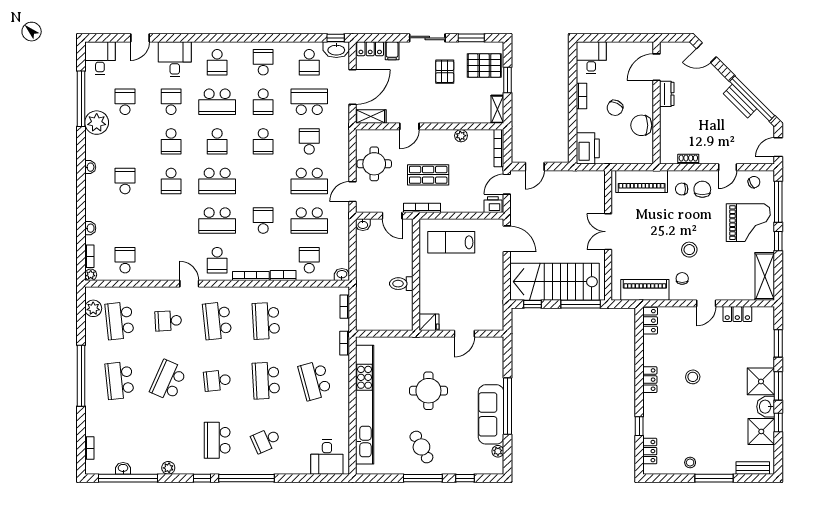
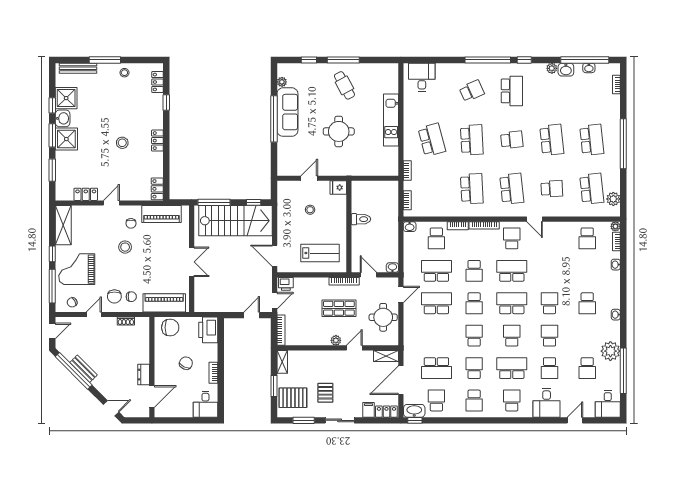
chair: (641, 125) -> (170, 327), moved
plant: (461, 136) -> (336, 340), moved
school desk: (309, 141) -> (474, 303), moved
stool: (463, 295) -> (310, 210), added
school desk: (168, 380) -> (552, 140), turned -30
kitchen unit: (365, 405) -> (391, 120), width x0.54
washbasin: (151, 466) -> (566, 70), added
bench: (753, 468) -> (78, 68), width x1.36

